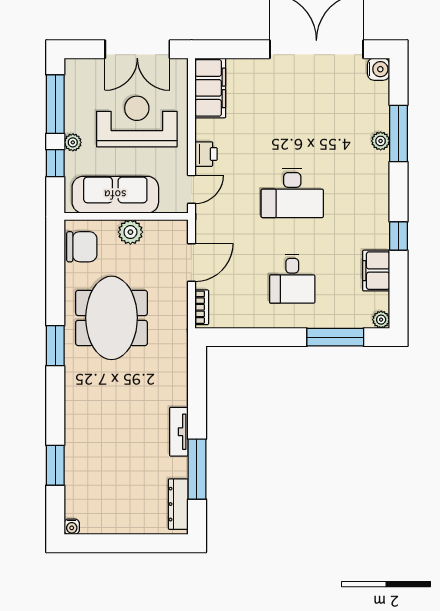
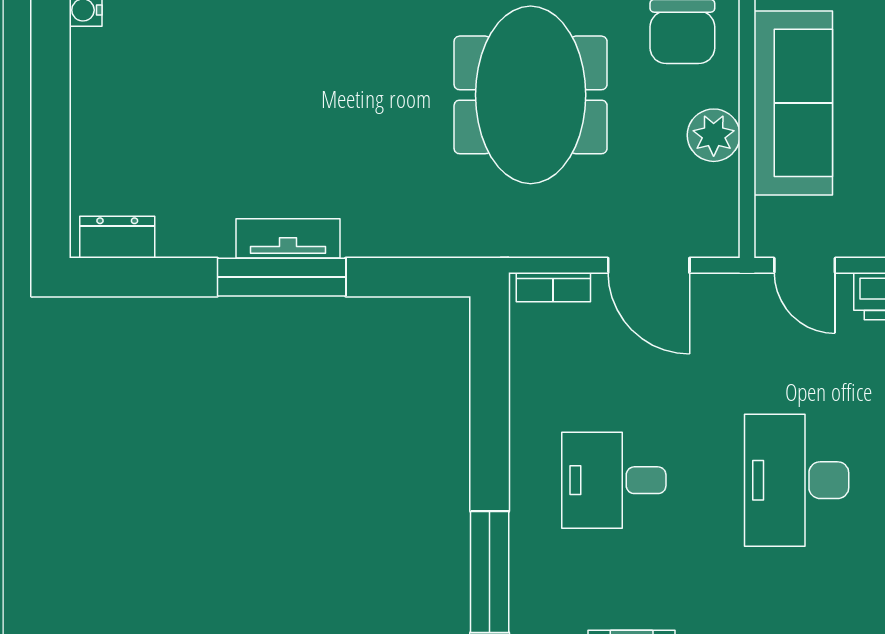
meeting table: (112, 318) -> (531, 95), turned 90
window: (197, 469) -> (282, 277), moved
dresser: (178, 504) -> (117, 237), width x0.70

